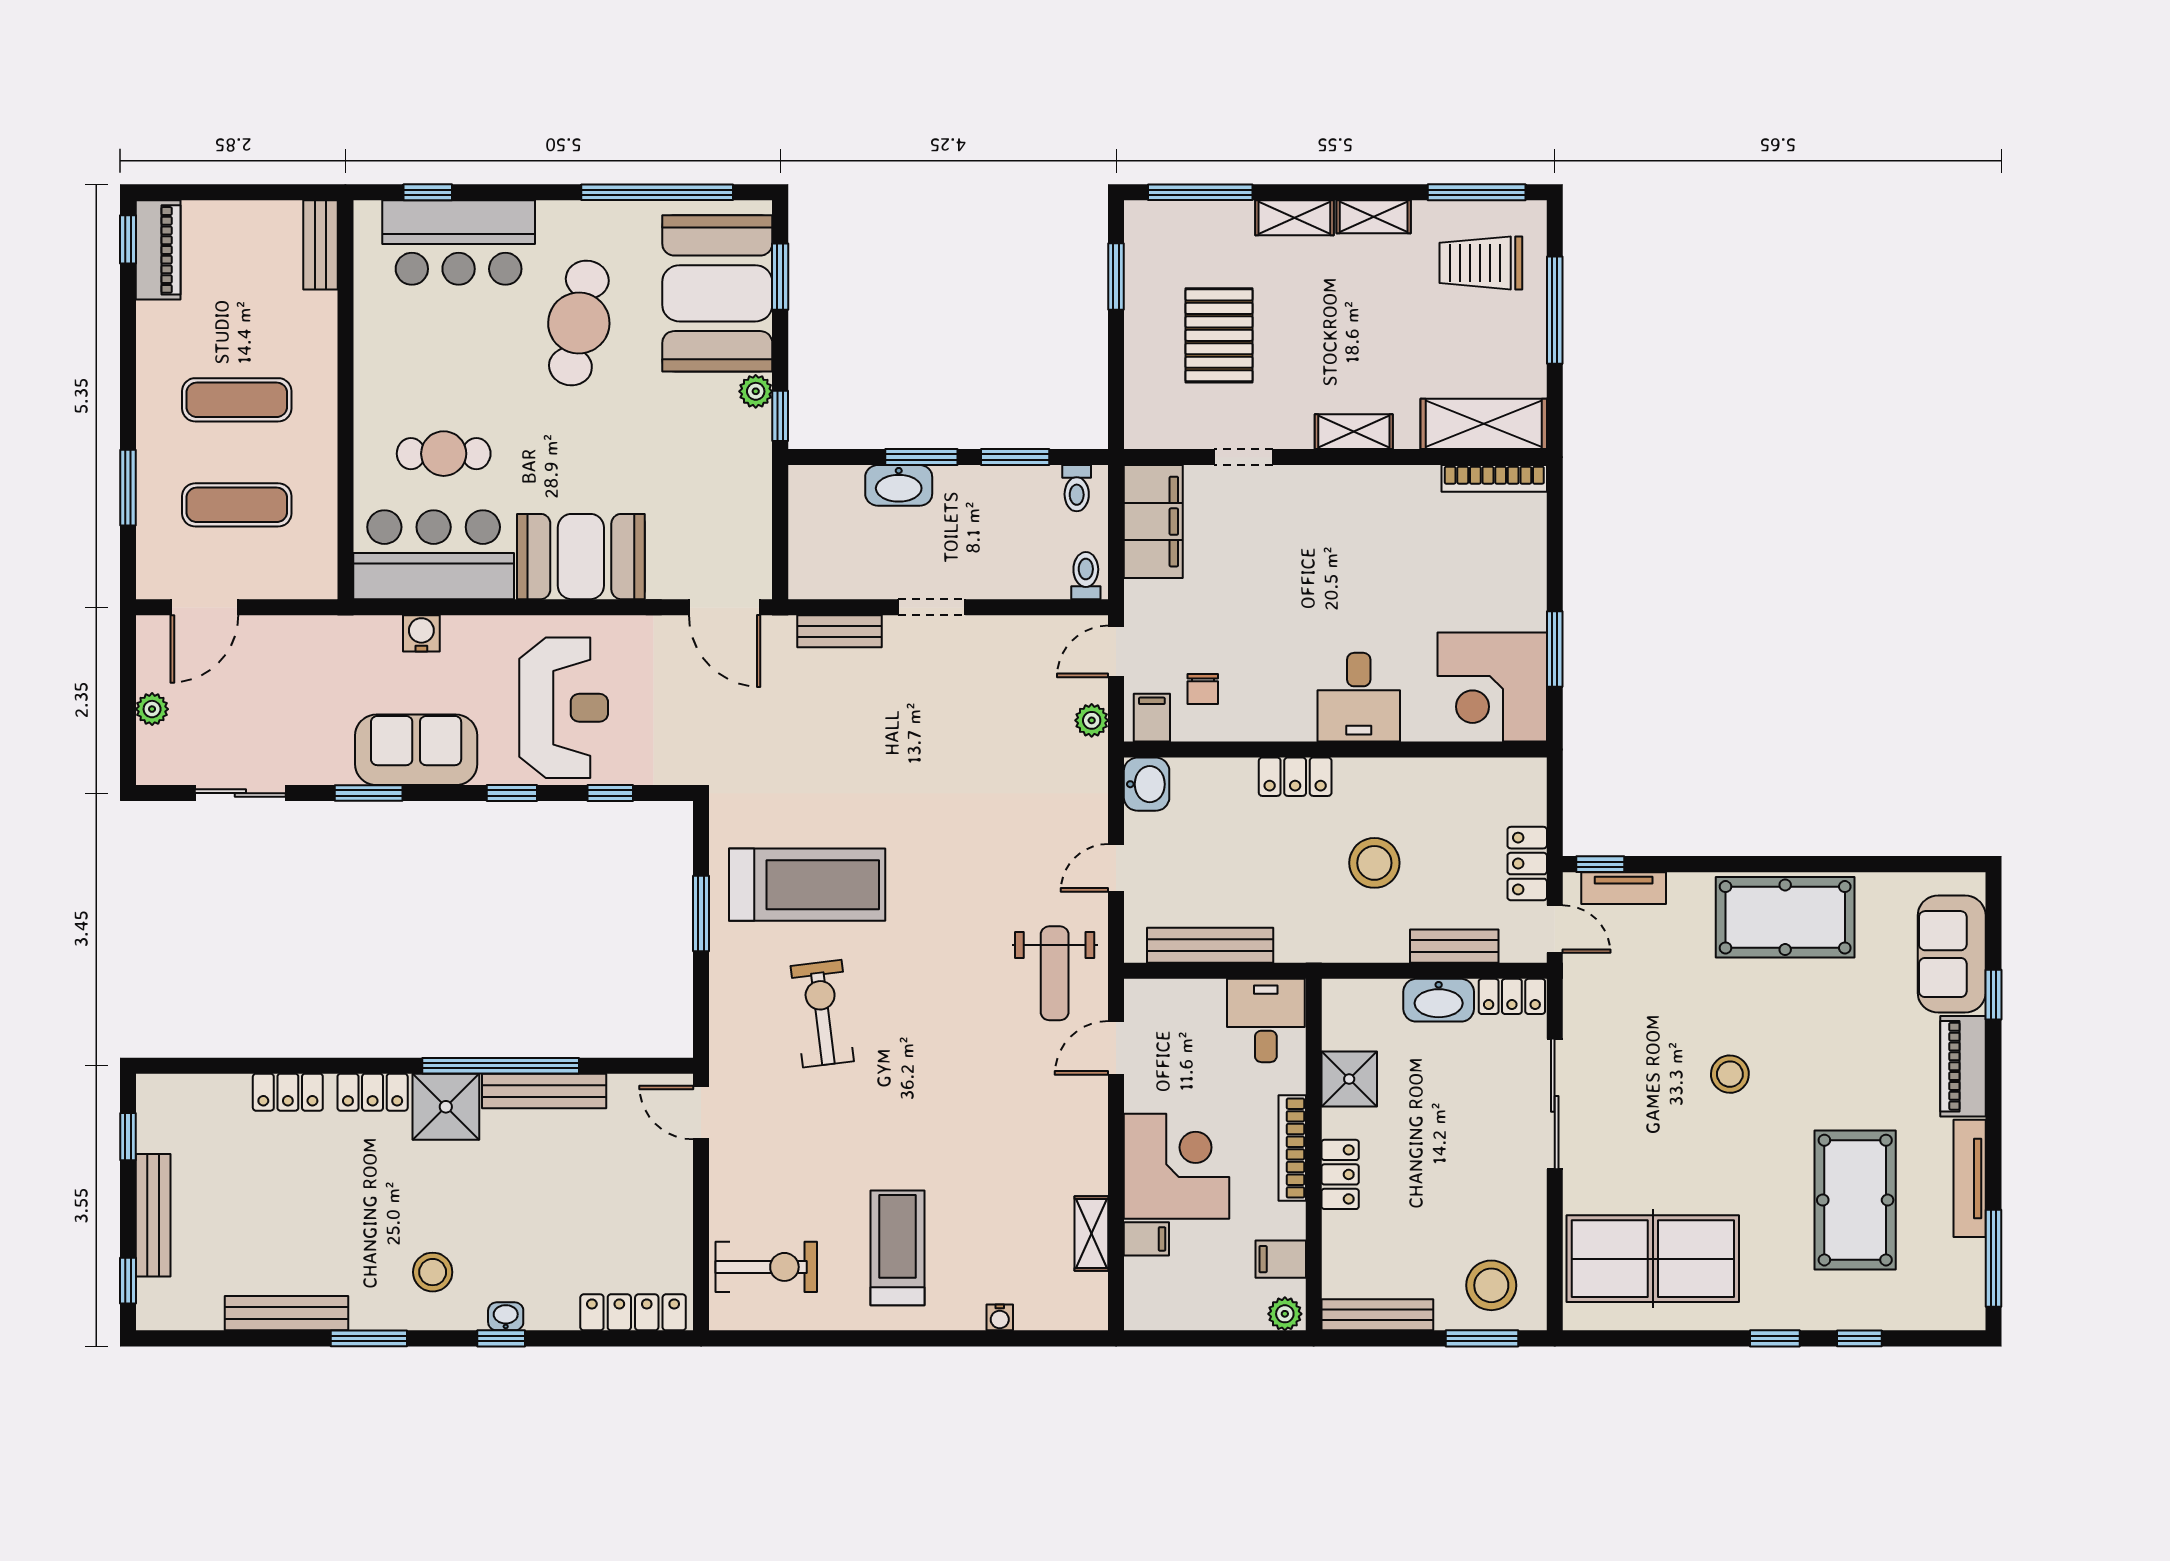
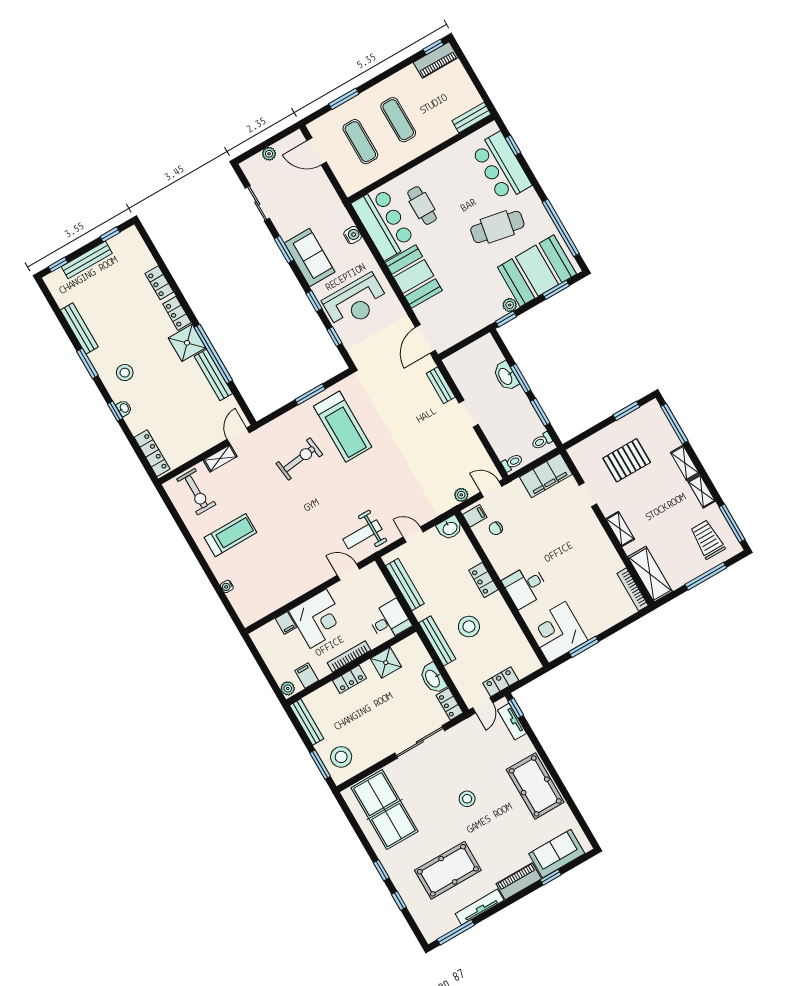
bench: (1454, 946) -> (437, 641), moved, width x1.36
shelving: (1091, 1233) -> (220, 458), moved

